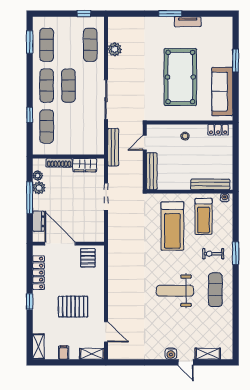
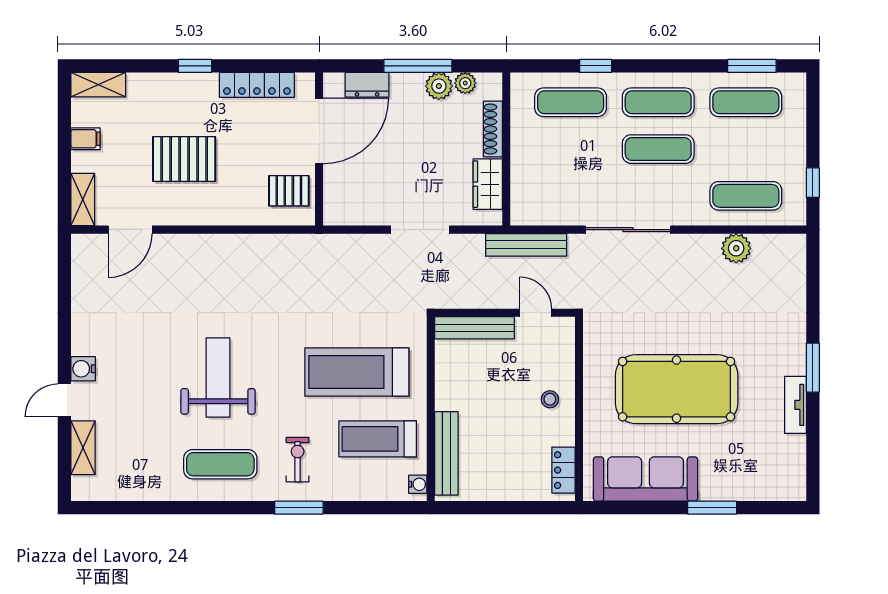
pallet: (73, 307) -> (184, 159), turned 90

